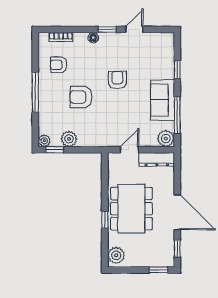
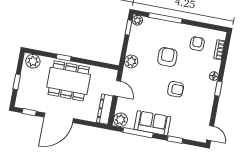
door: (134, 29) -> (210, 133), moved
window: (35, 92) -> (165, 18), moved
plant: (69, 139) -> (131, 61), moved
window: (158, 270) -> (17, 82), moved

